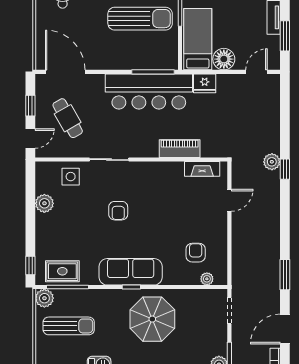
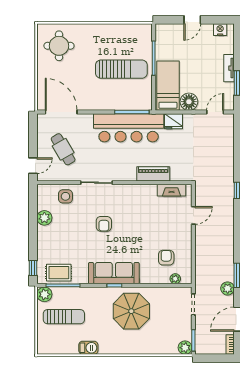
window: (30, 106) -> (33, 139), removed
plant: (272, 162) -> (228, 288), moved

